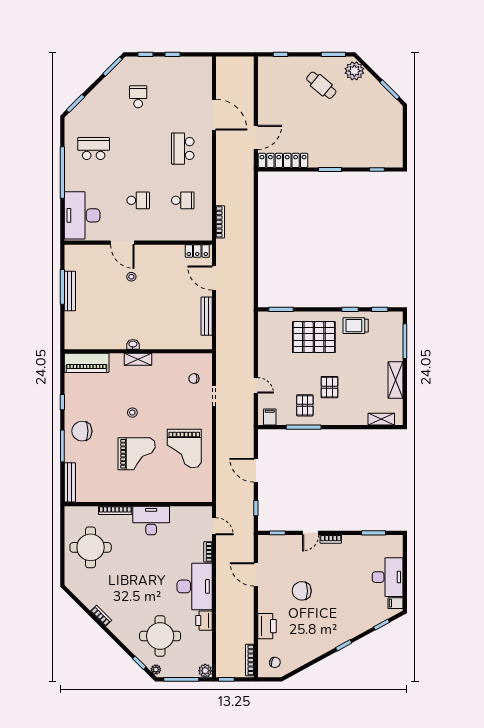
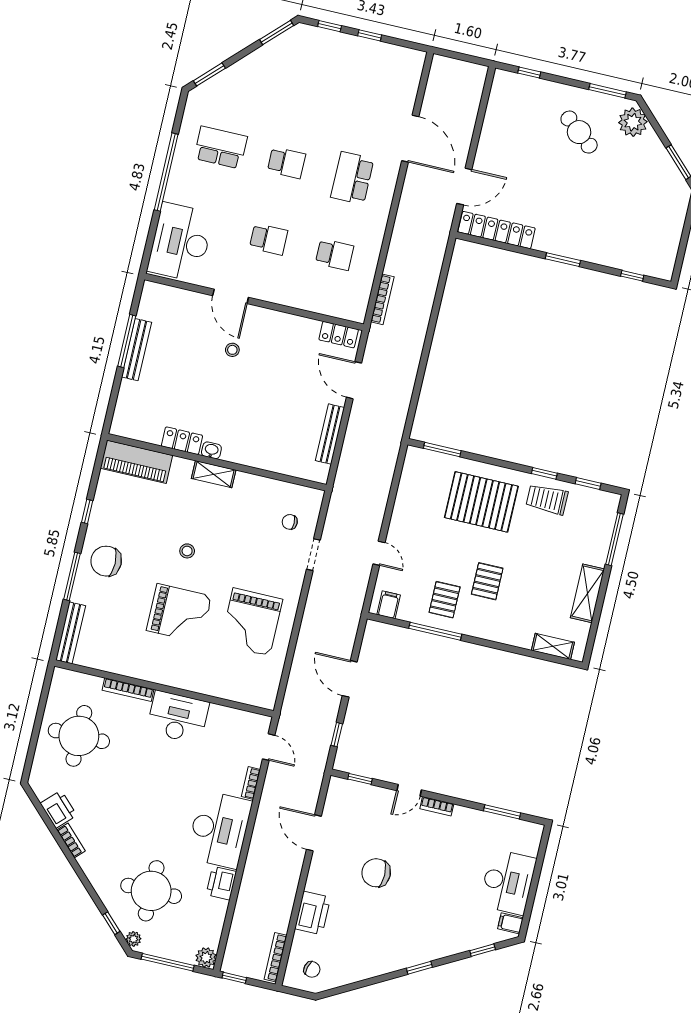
school desk: (138, 97) -> (286, 163), moved, turned 90
locker: (113, 343) -> (182, 441), added
printer: (88, 597) -> (58, 809), added

